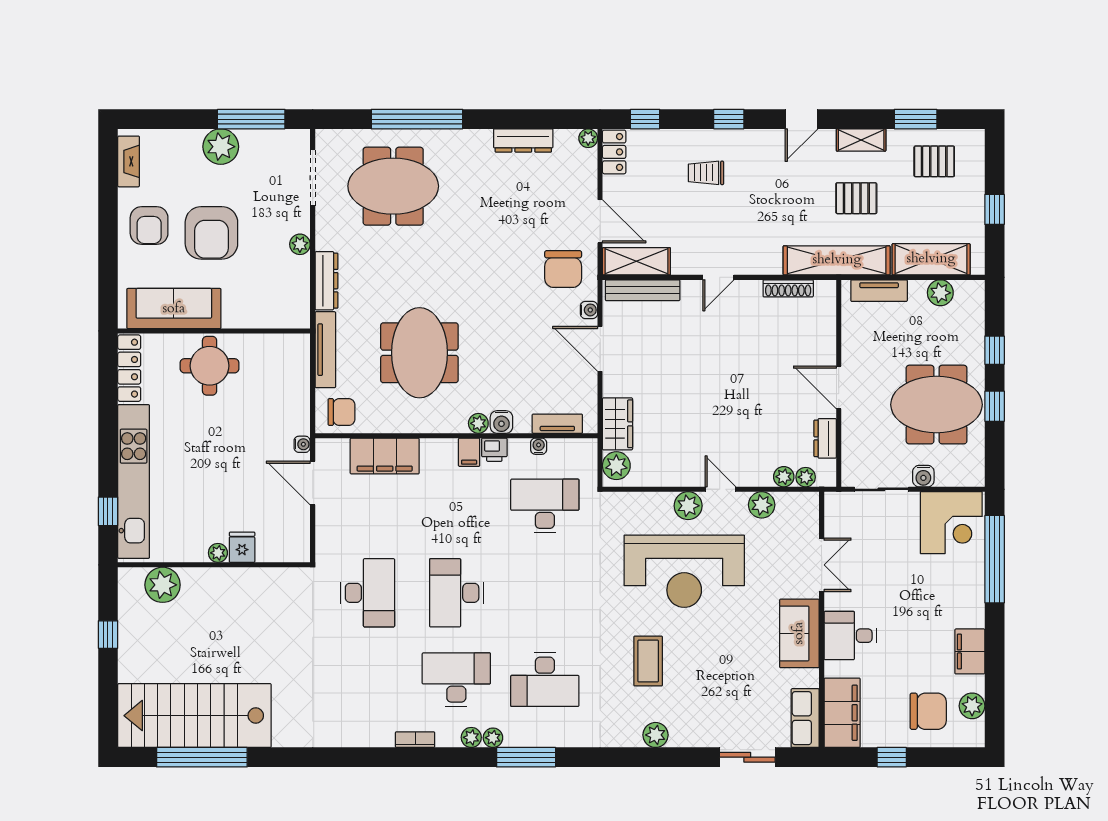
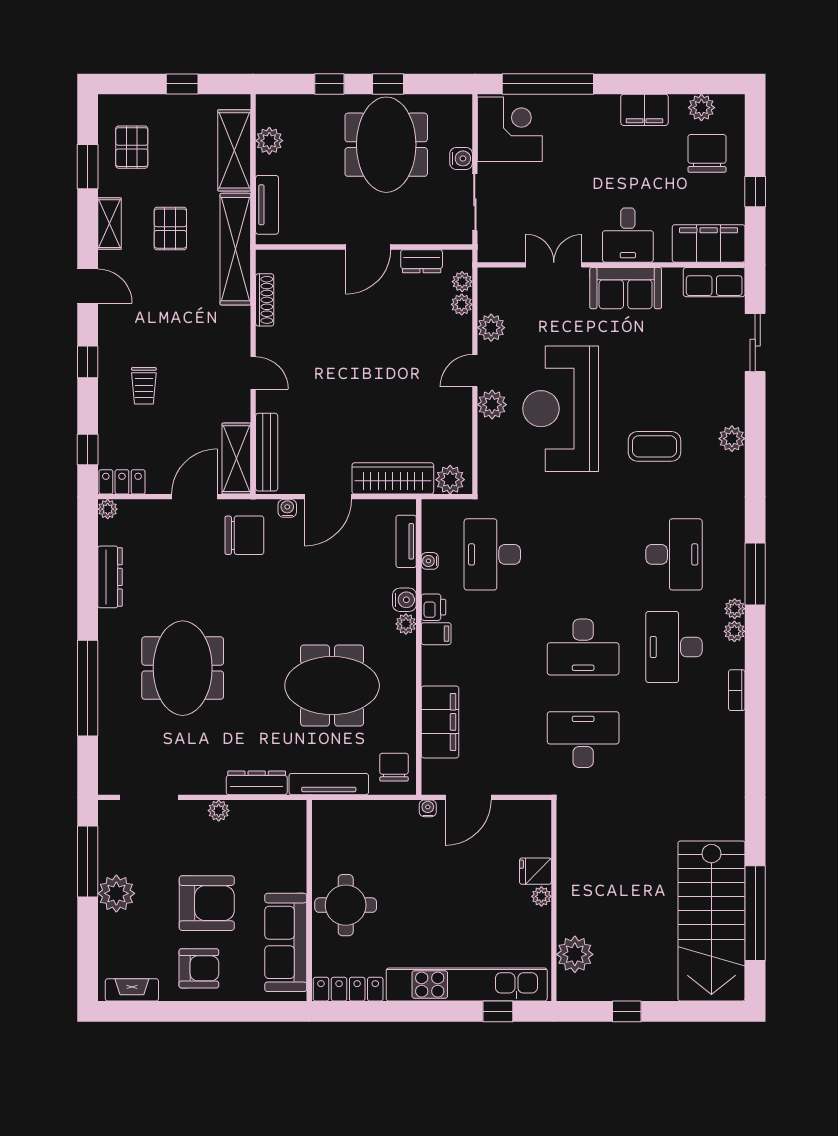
meeting table: (393, 186) -> (183, 668), moved
wardrobe: (617, 424) -> (393, 478), width x1.50
reception desk: (684, 571) -> (561, 409), turned 180

